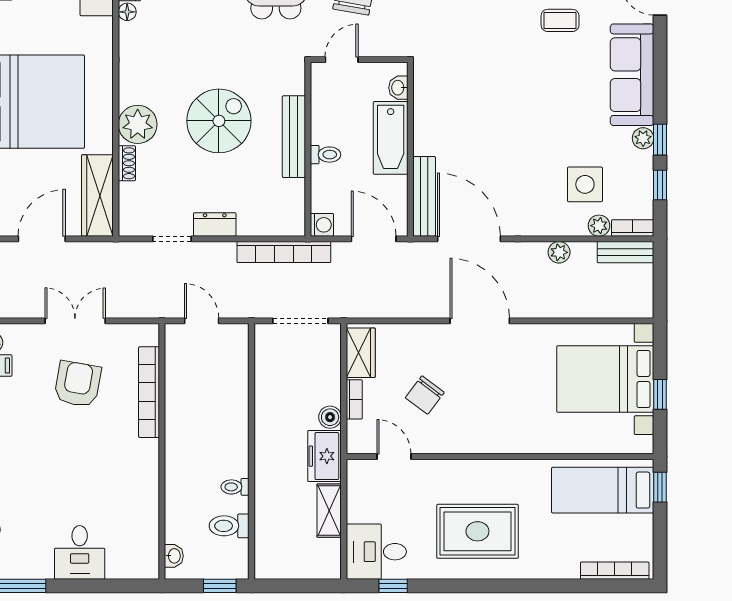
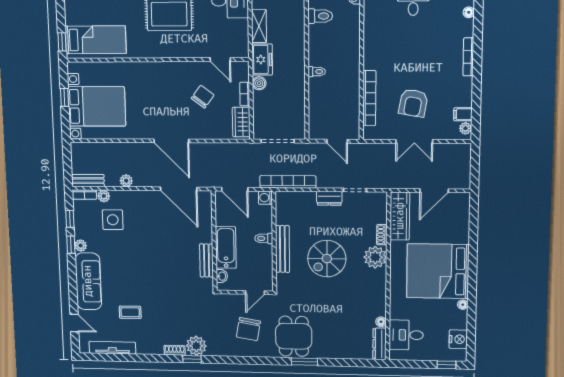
bench: (424, 196) -> (207, 260), moved, width x0.73
toilet: (235, 487) -> (317, 72), moved

